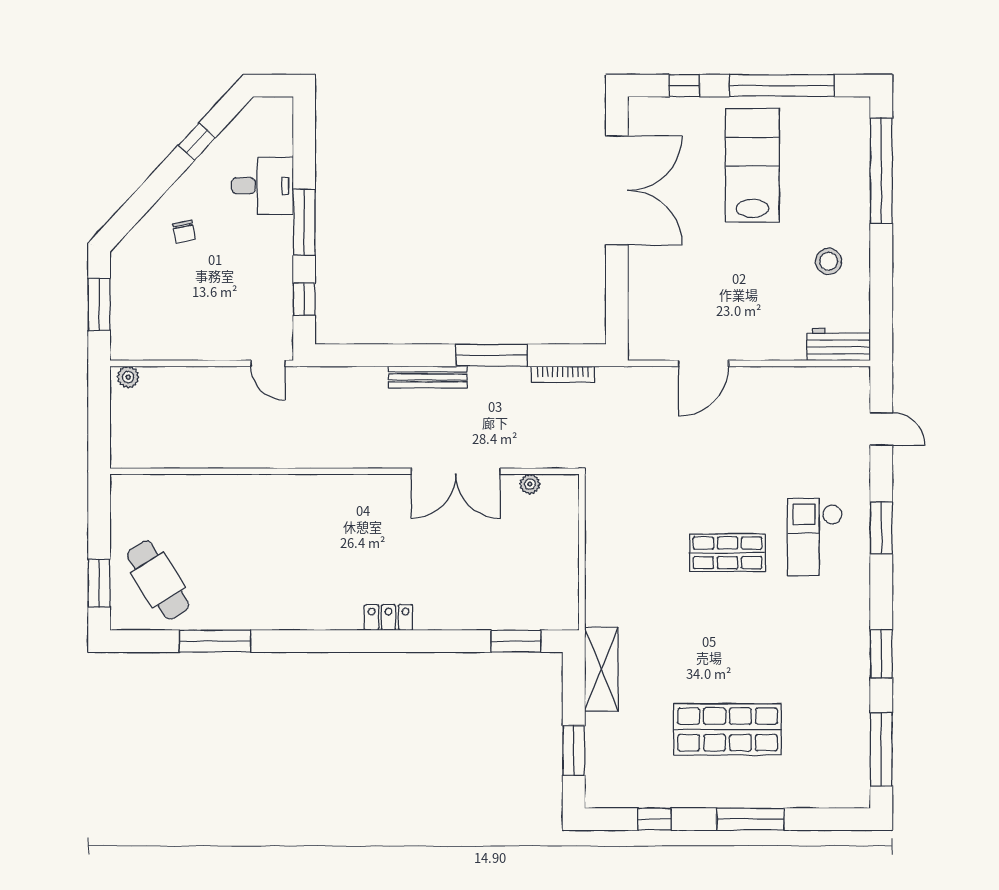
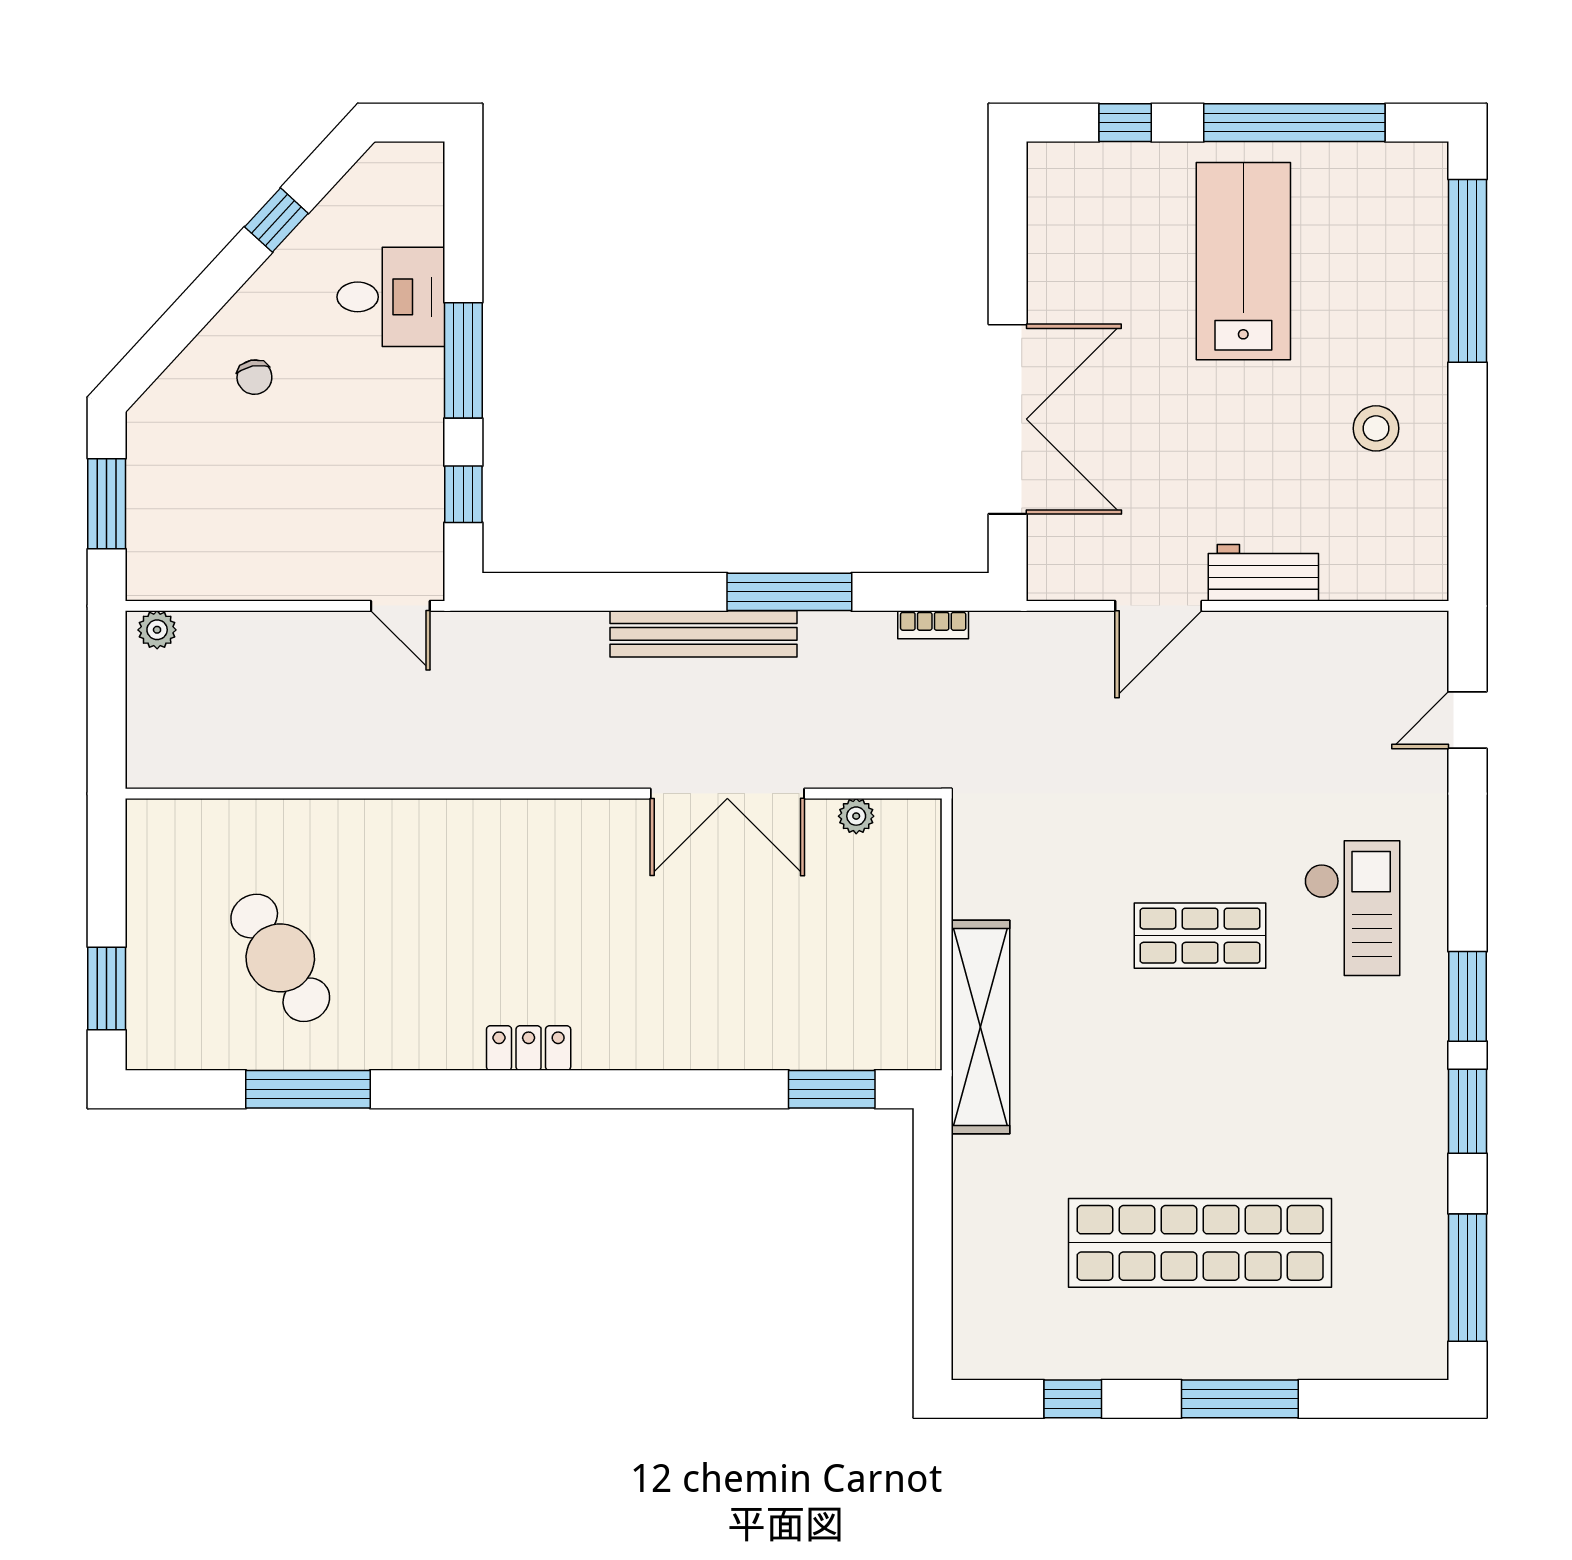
double door: (617, 190) -> (1008, 419), moved
workbench: (839, 344) -> (1263, 573), moved
bookcase: (563, 374) -> (933, 625), width x0.64
bench: (428, 377) -> (704, 634), width x1.37, depth x1.21
door: (881, 429) -> (1468, 720), swing flipped
window: (881, 528) -> (1468, 996), moved
checkout: (815, 537) -> (1352, 908), turned 180
cafe table: (158, 580) -> (280, 958), moved
locker: (389, 617) -> (529, 1048), moved
shelving: (601, 669) -> (980, 1027), moved, width x1.47
shop shelf: (728, 729) -> (1200, 1243), width x1.40
window: (574, 750) -> (933, 1279), removed

